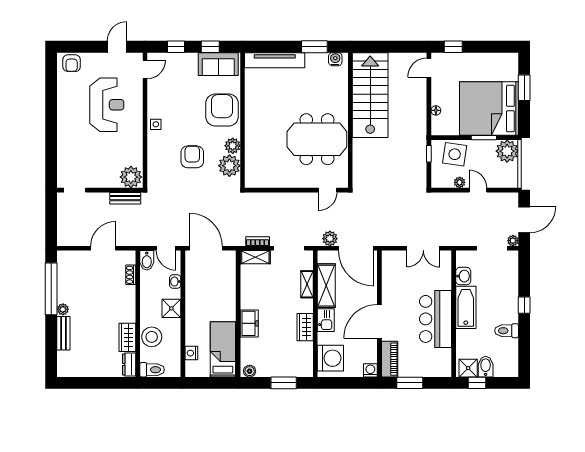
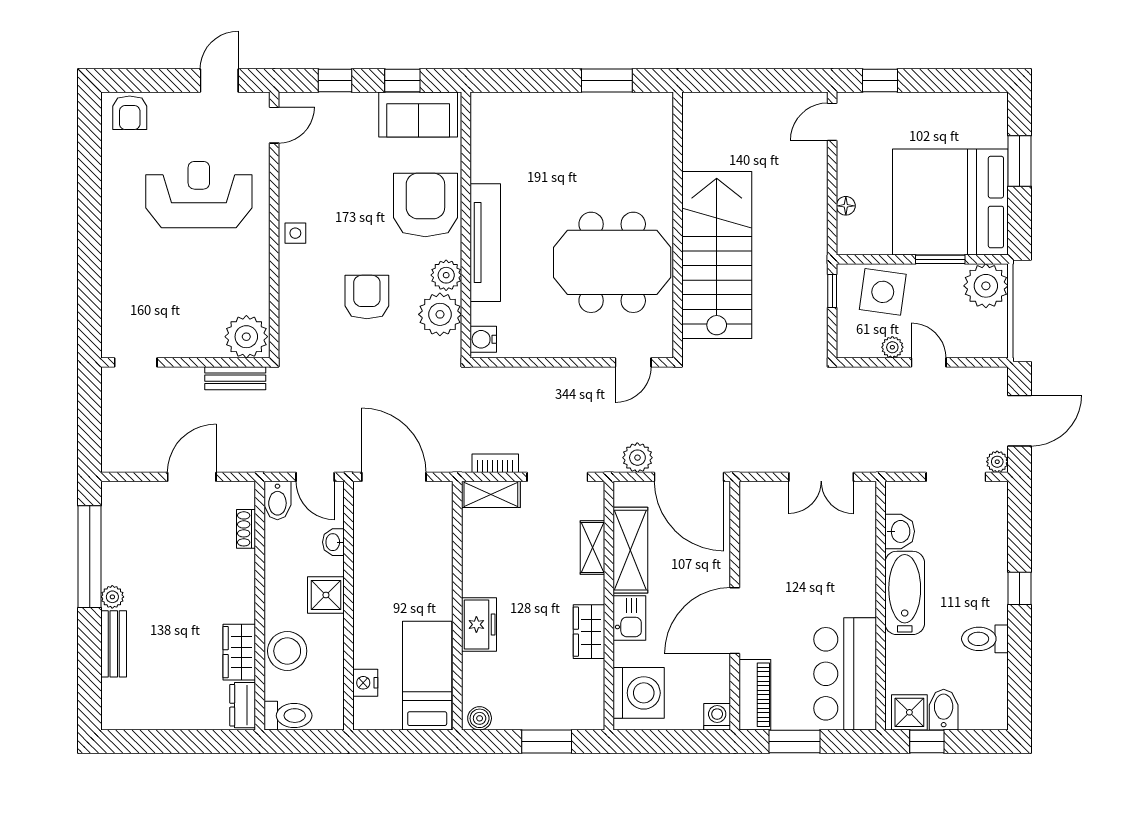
water cooler: (335, 59) -> (483, 339), moved, turned -90
tv unit: (275, 60) -> (485, 243), moved, turned -90
stairs: (370, 95) -> (717, 255), moved
reception desk: (107, 105) -> (199, 195), turned -90
bar counter: (435, 319) -> (845, 674), moved

